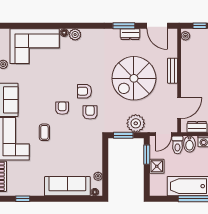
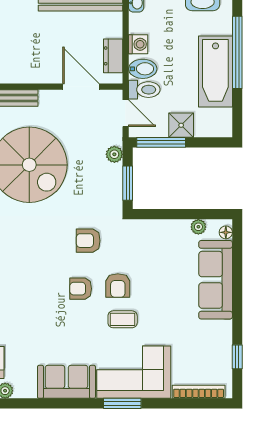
armchair: (84, 91) -> (118, 286), moved
plant: (136, 123) -> (114, 154), width x0.53, depth x0.53
window: (147, 155) -> (161, 142), width x1.44

